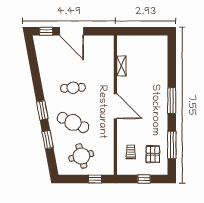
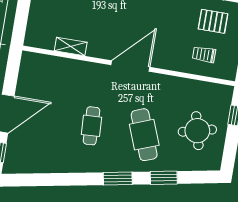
cafe table: (73, 122) -> (144, 135), turned -45

